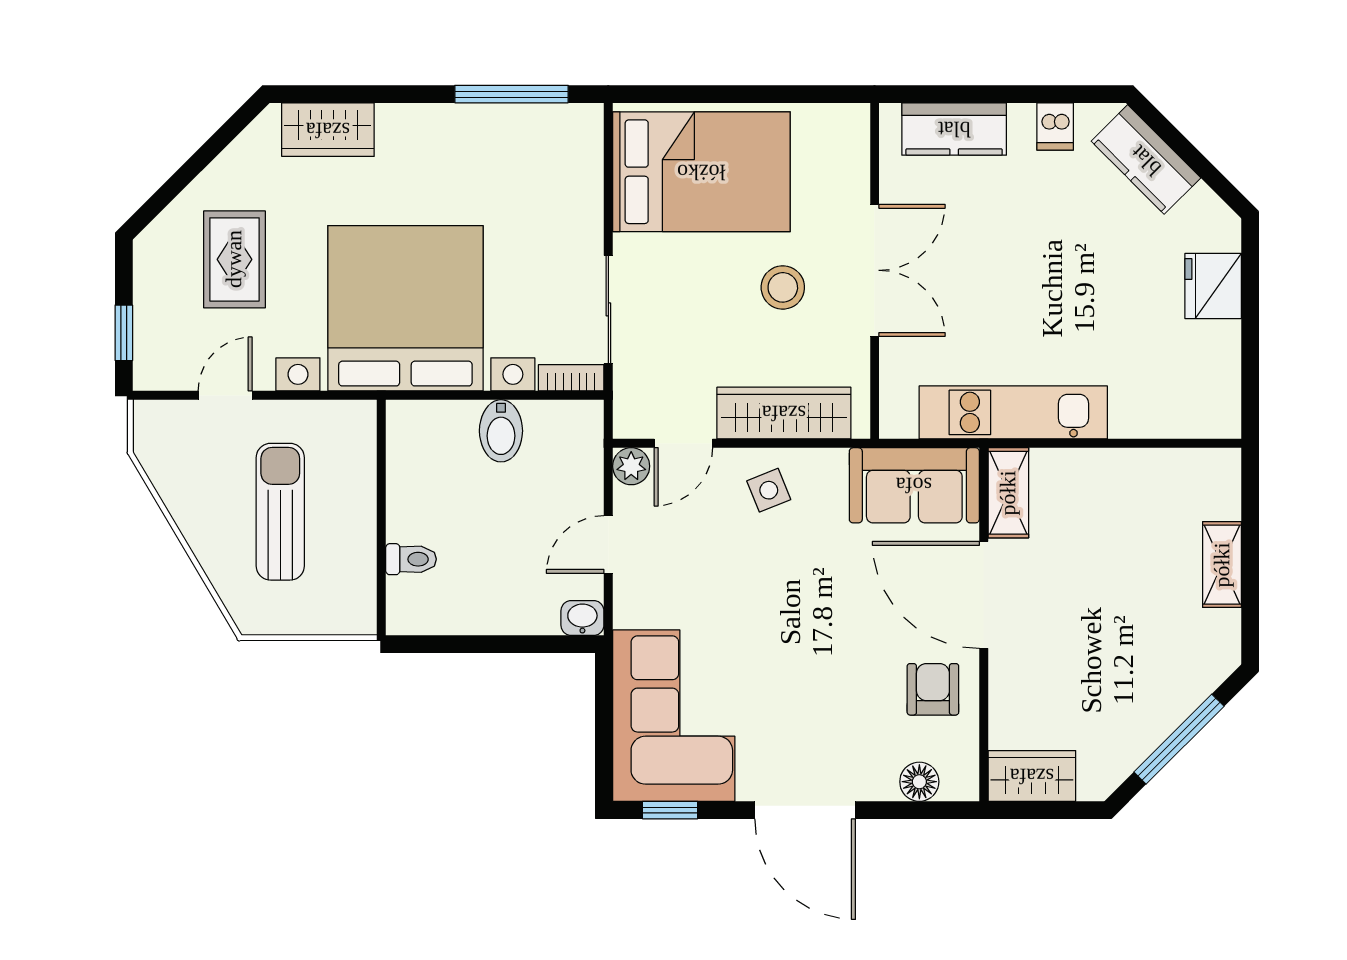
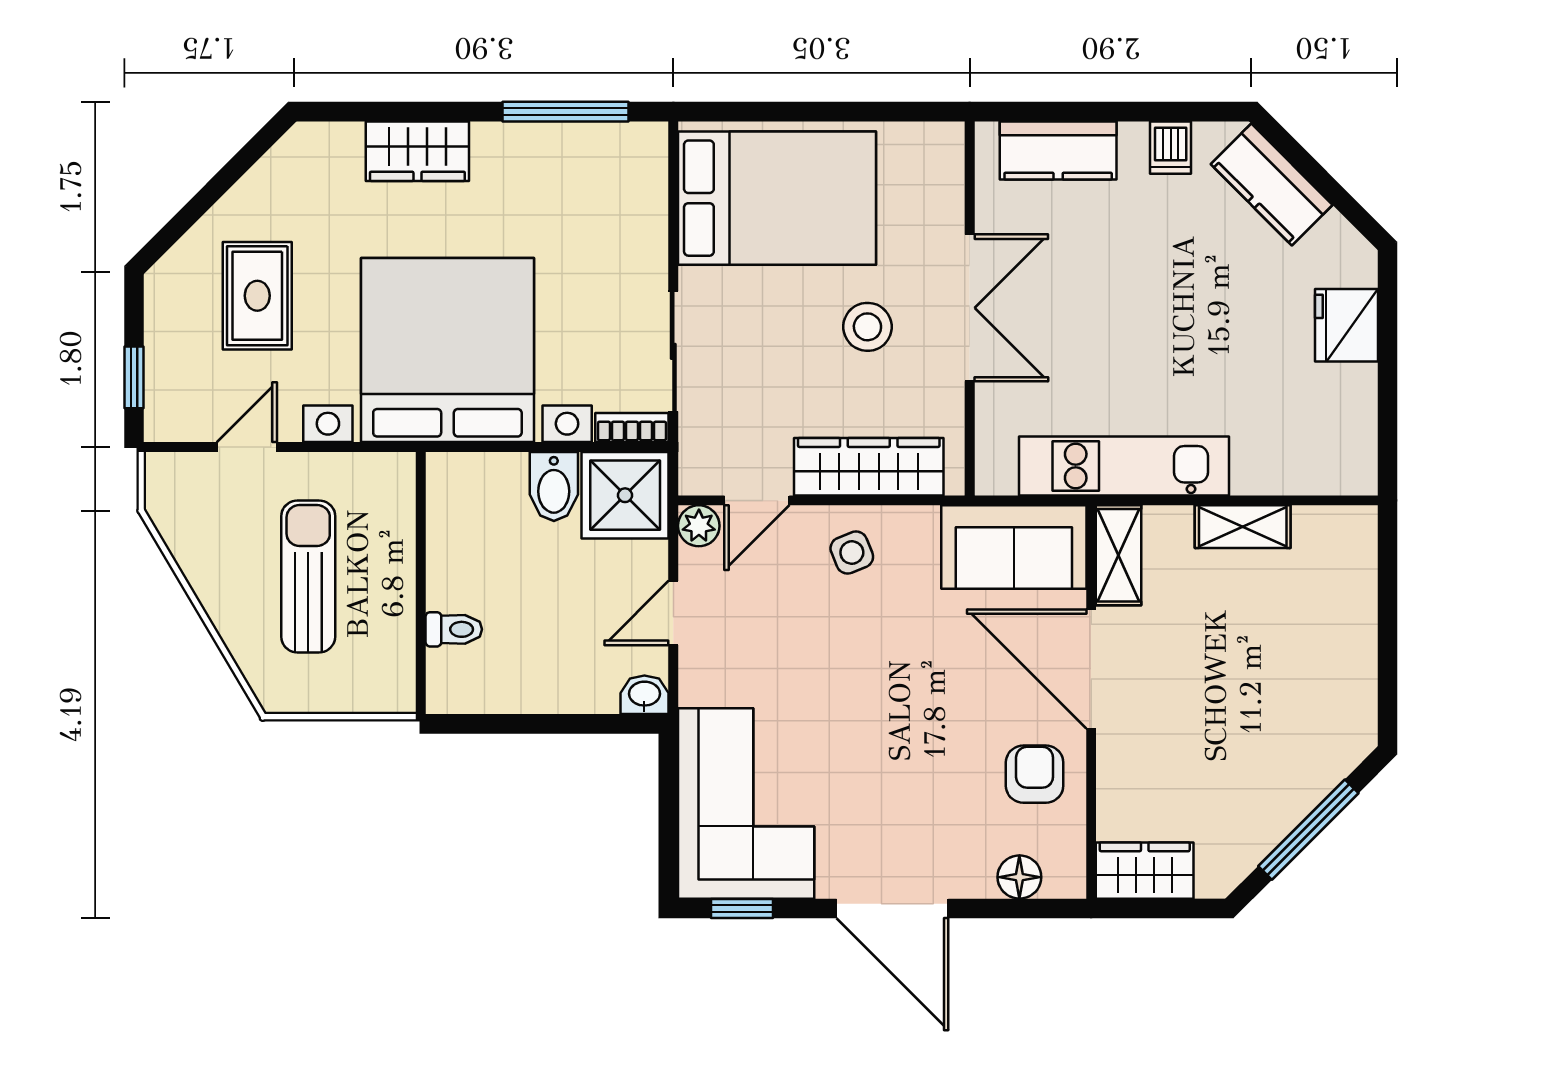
wardrobe: (328, 130) -> (417, 151), moved
shower: (565, 439) -> (625, 495), added
shelving: (1222, 565) -> (1243, 527), moved, turned 90

